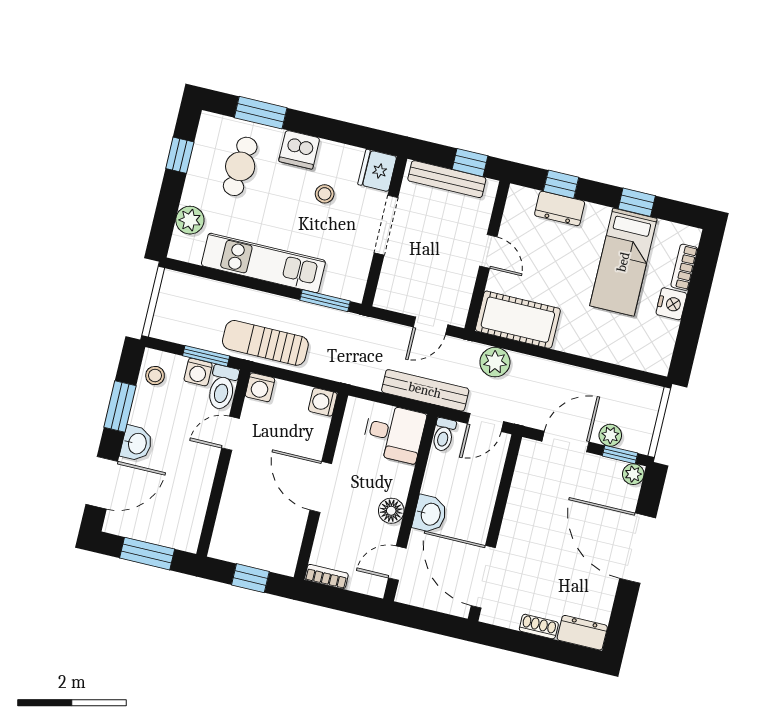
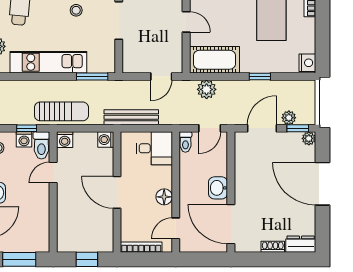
nightstand: (671, 304) -> (307, 63), moved
sun lounger: (265, 343) -> (61, 111), turned 180
window: (206, 356) -> (27, 128), width x0.67
window: (581, 362) -> (260, 76), added
bench: (425, 390) -> (131, 117), moved
washbasin: (430, 514) -> (218, 188), moved, turned 180
bookcase: (326, 577) -> (141, 247), width x1.56

